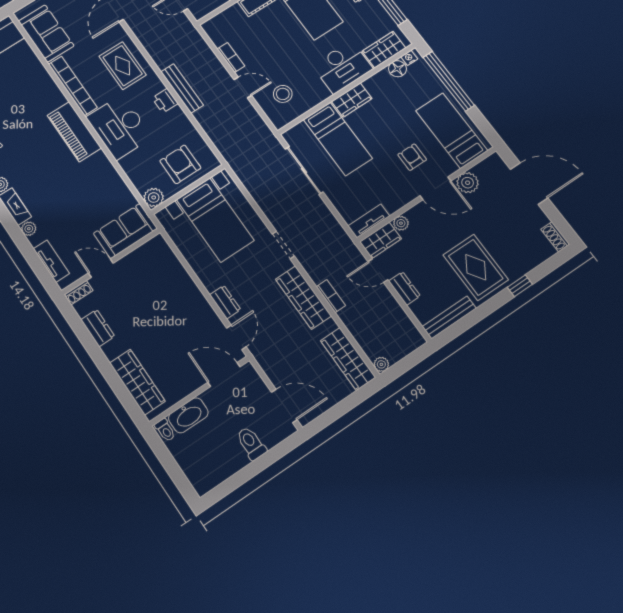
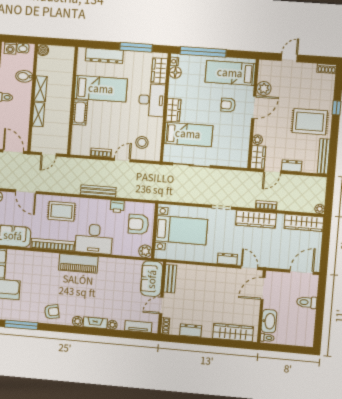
printer: (165, 101) -> (117, 206), moved
door: (529, 184) -> (289, 58), width x0.53
tv unit: (369, 221) -> (243, 155), removed
bench: (144, 253) -> (170, 279), added

